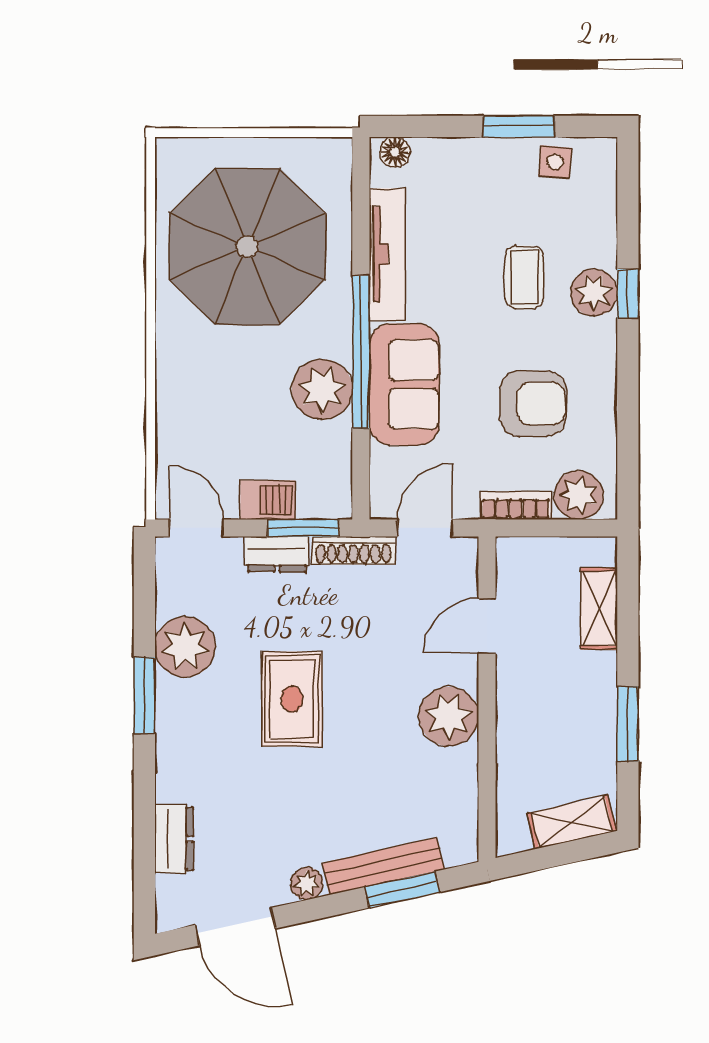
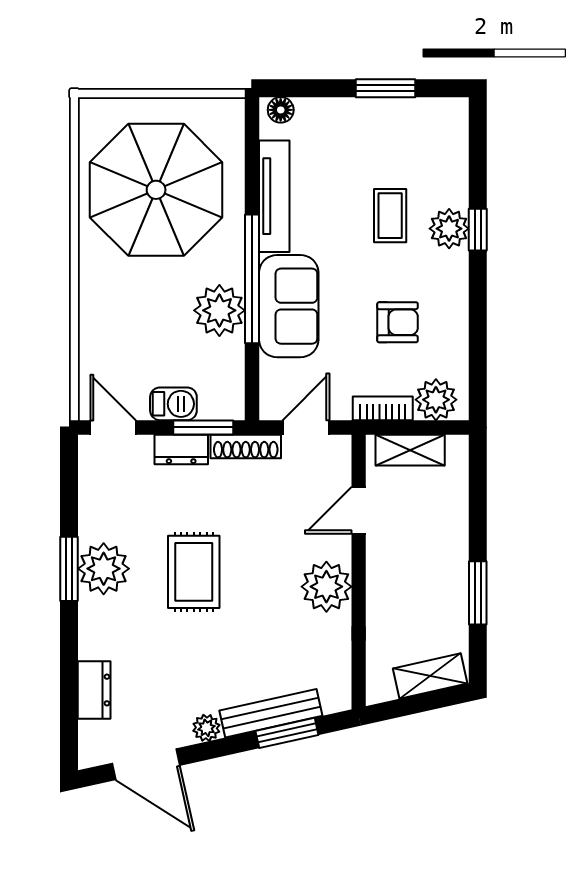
side table: (555, 162) -> (416, 118), removed
armchair: (533, 403) -> (398, 322), width x0.72, depth x0.72
shelving: (599, 609) -> (410, 450), moved, turned 90
plant: (185, 647) -> (104, 569), moved

